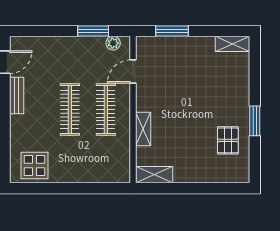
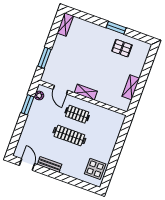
clothes rail: (106, 110) -> (77, 114), width x0.73
shelving: (143, 129) -> (86, 92), moved
shelving: (154, 175) -> (131, 87), moved

